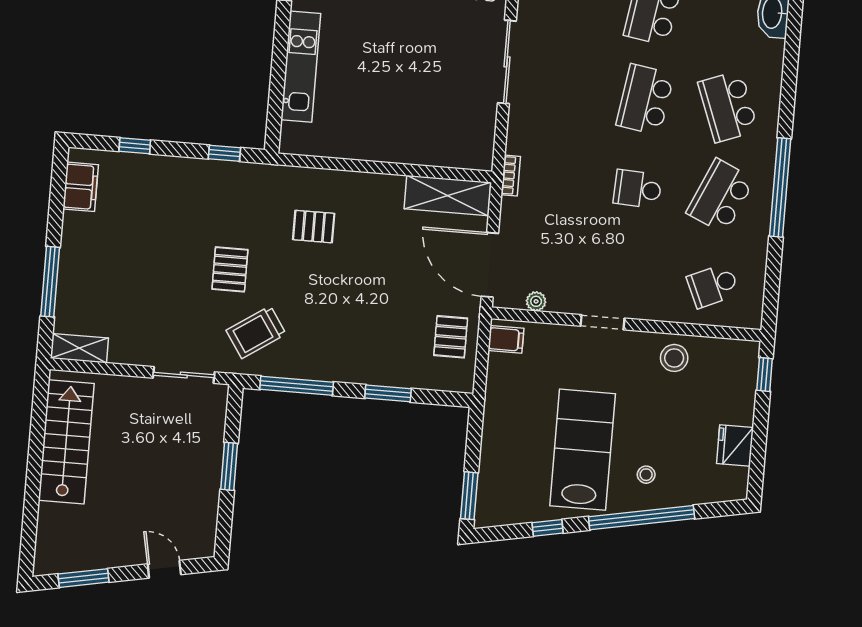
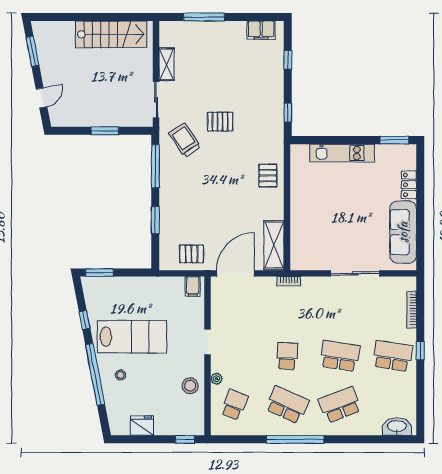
pallet: (314, 227) -> (268, 176), moved
school desk: (713, 286) -> (234, 405), turned 45
plant: (536, 301) -> (216, 379), moved
shelving: (79, 348) -> (167, 64), moved

